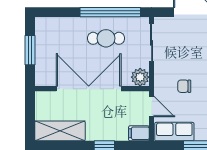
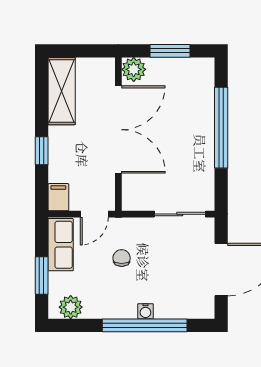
window: (110, 12) -> (221, 128), moved
cafe table: (106, 38) -> (186, 153), removed
plant: (140, 77) -> (134, 69), moved

